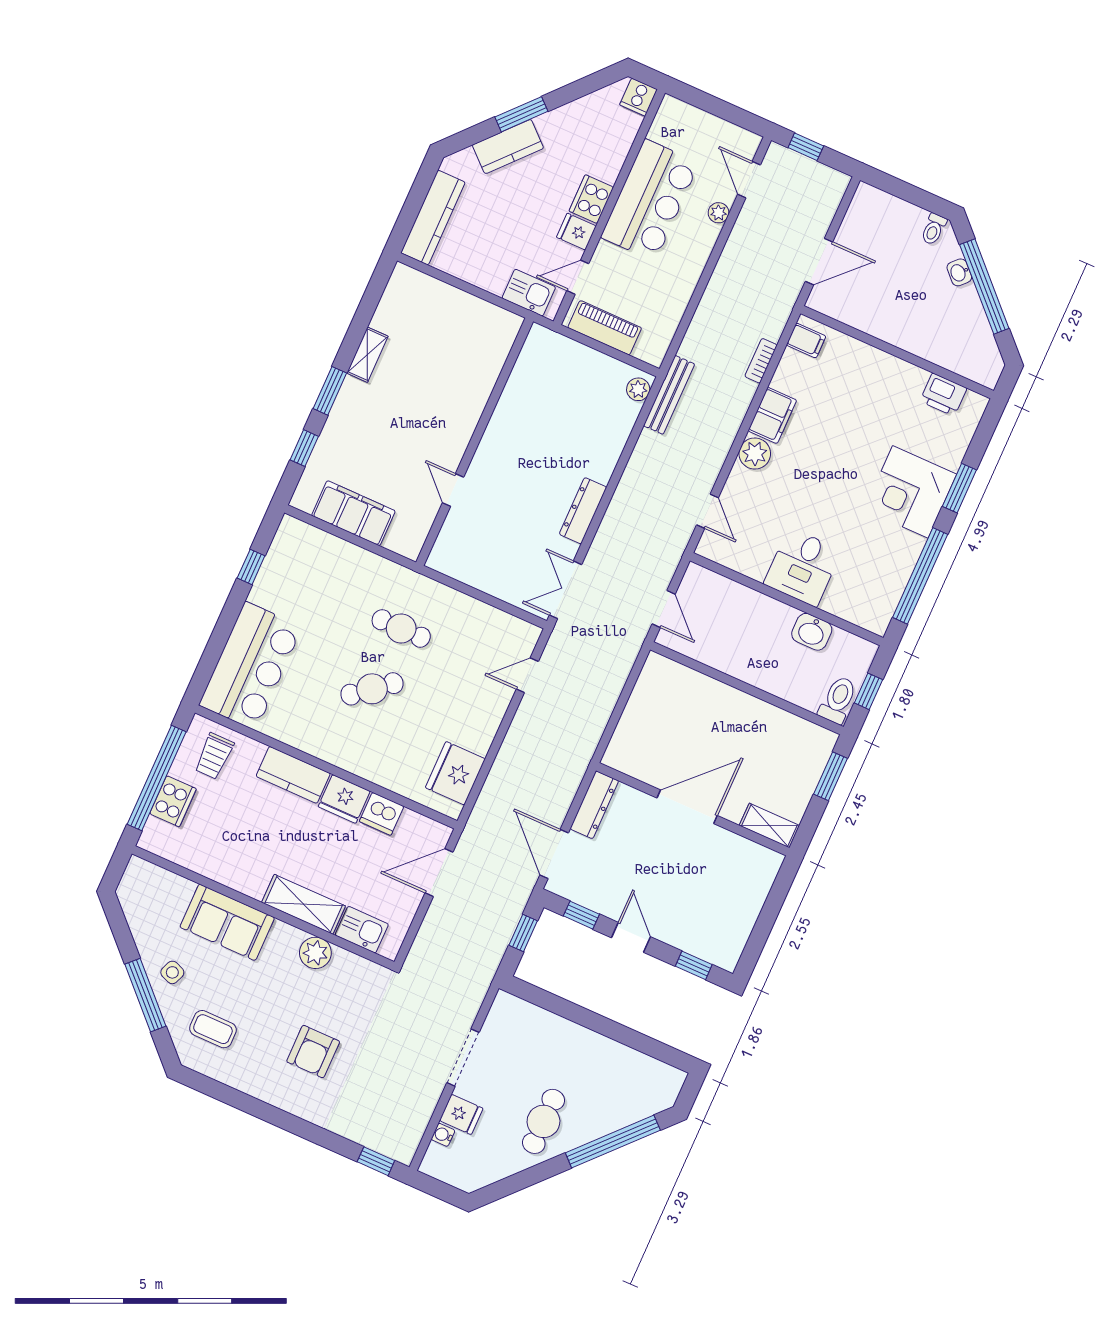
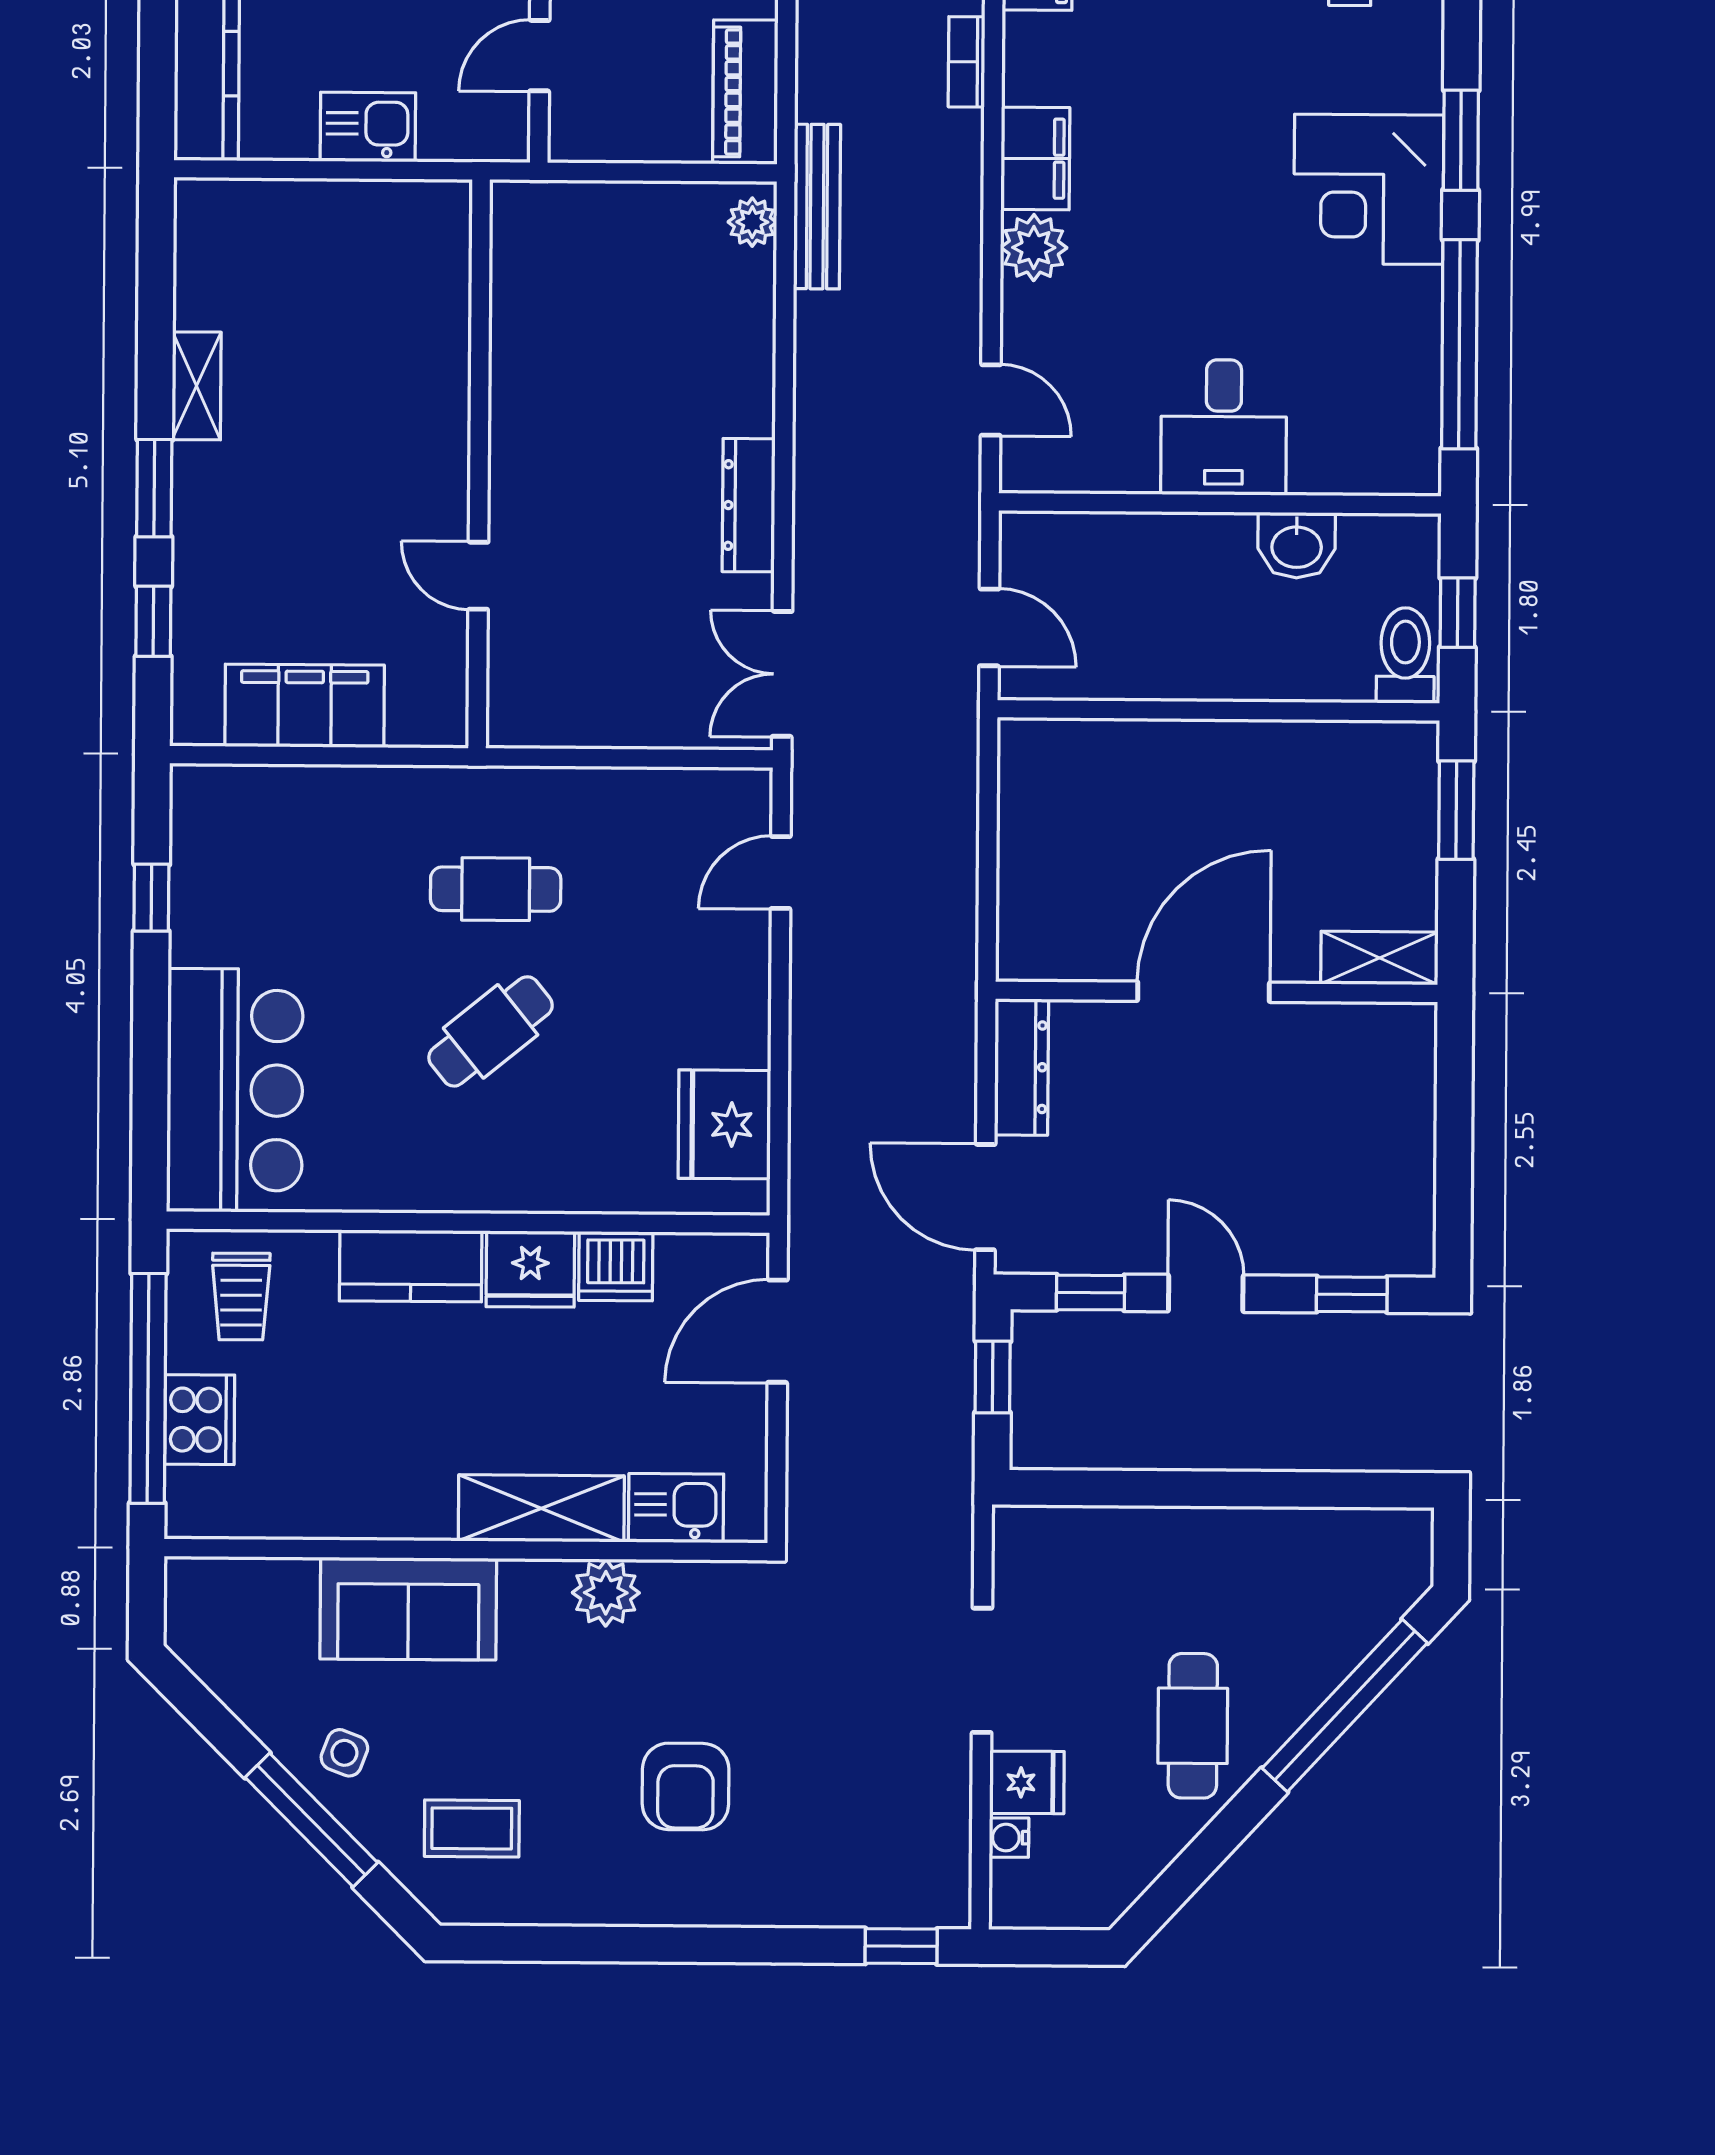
kitchen sink: (529, 293) -> (368, 127), moved
piano: (605, 328) -> (745, 92), moved, turned -90

